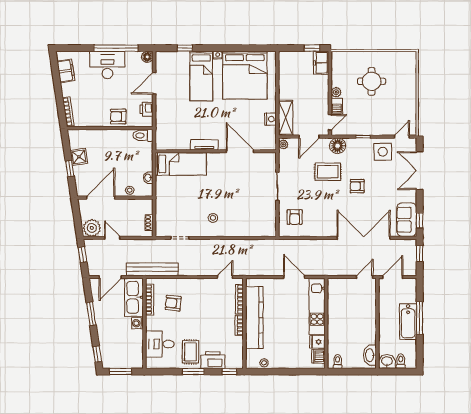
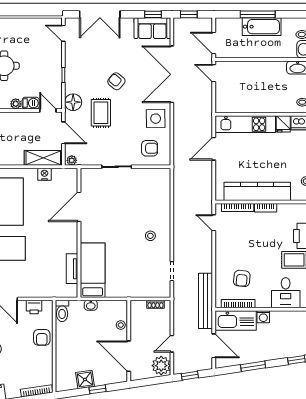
tv unit: (204, 145) -> (72, 269), moved
side table: (383, 152) -> (156, 119), moved
washbasin: (148, 178) -> (91, 305), moved
armchair: (357, 186) -> (116, 81), turned 130

